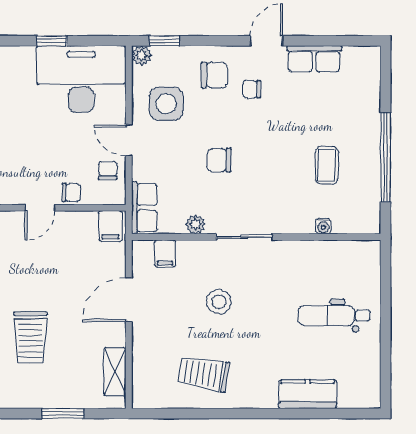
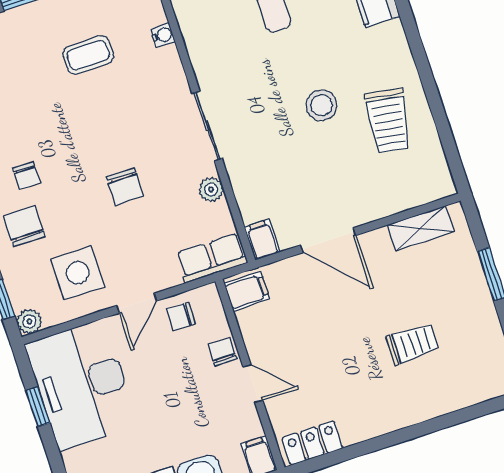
window: (52, 41) -> (38, 407), moved
filing cabinet: (165, 253) -> (262, 240), moved, turned -90
stool: (219, 302) -> (321, 105), moved
trolley: (30, 337) -> (412, 344), width x0.73, depth x0.72

